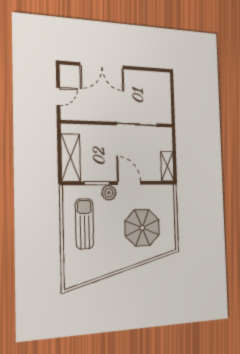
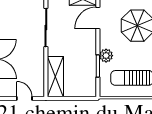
shelving: (71, 158) -> (55, 77), moved, turned 90
door: (129, 183) -> (98, 18), moved

